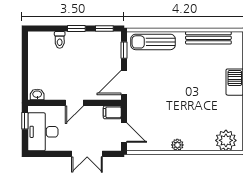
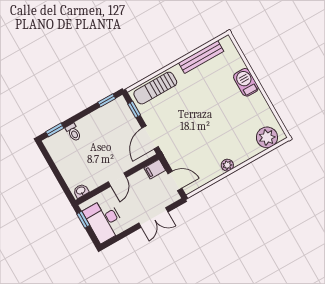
window: (76, 29) -> (55, 130), moved

